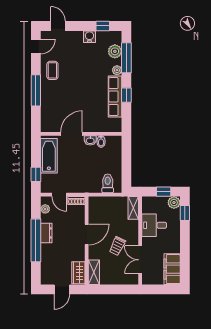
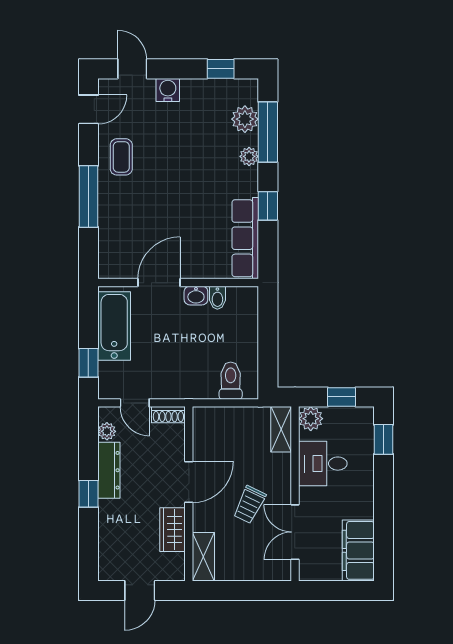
water cooler: (89, 37) -> (168, 90), moved
row of seats: (115, 96) -> (245, 238), moved
plant: (174, 203) -> (311, 419), moved
dresser: (46, 233) -> (109, 470), width x1.44
window: (36, 240) -> (88, 494), width x0.32
wardrobe: (78, 273) -> (172, 530), moved

